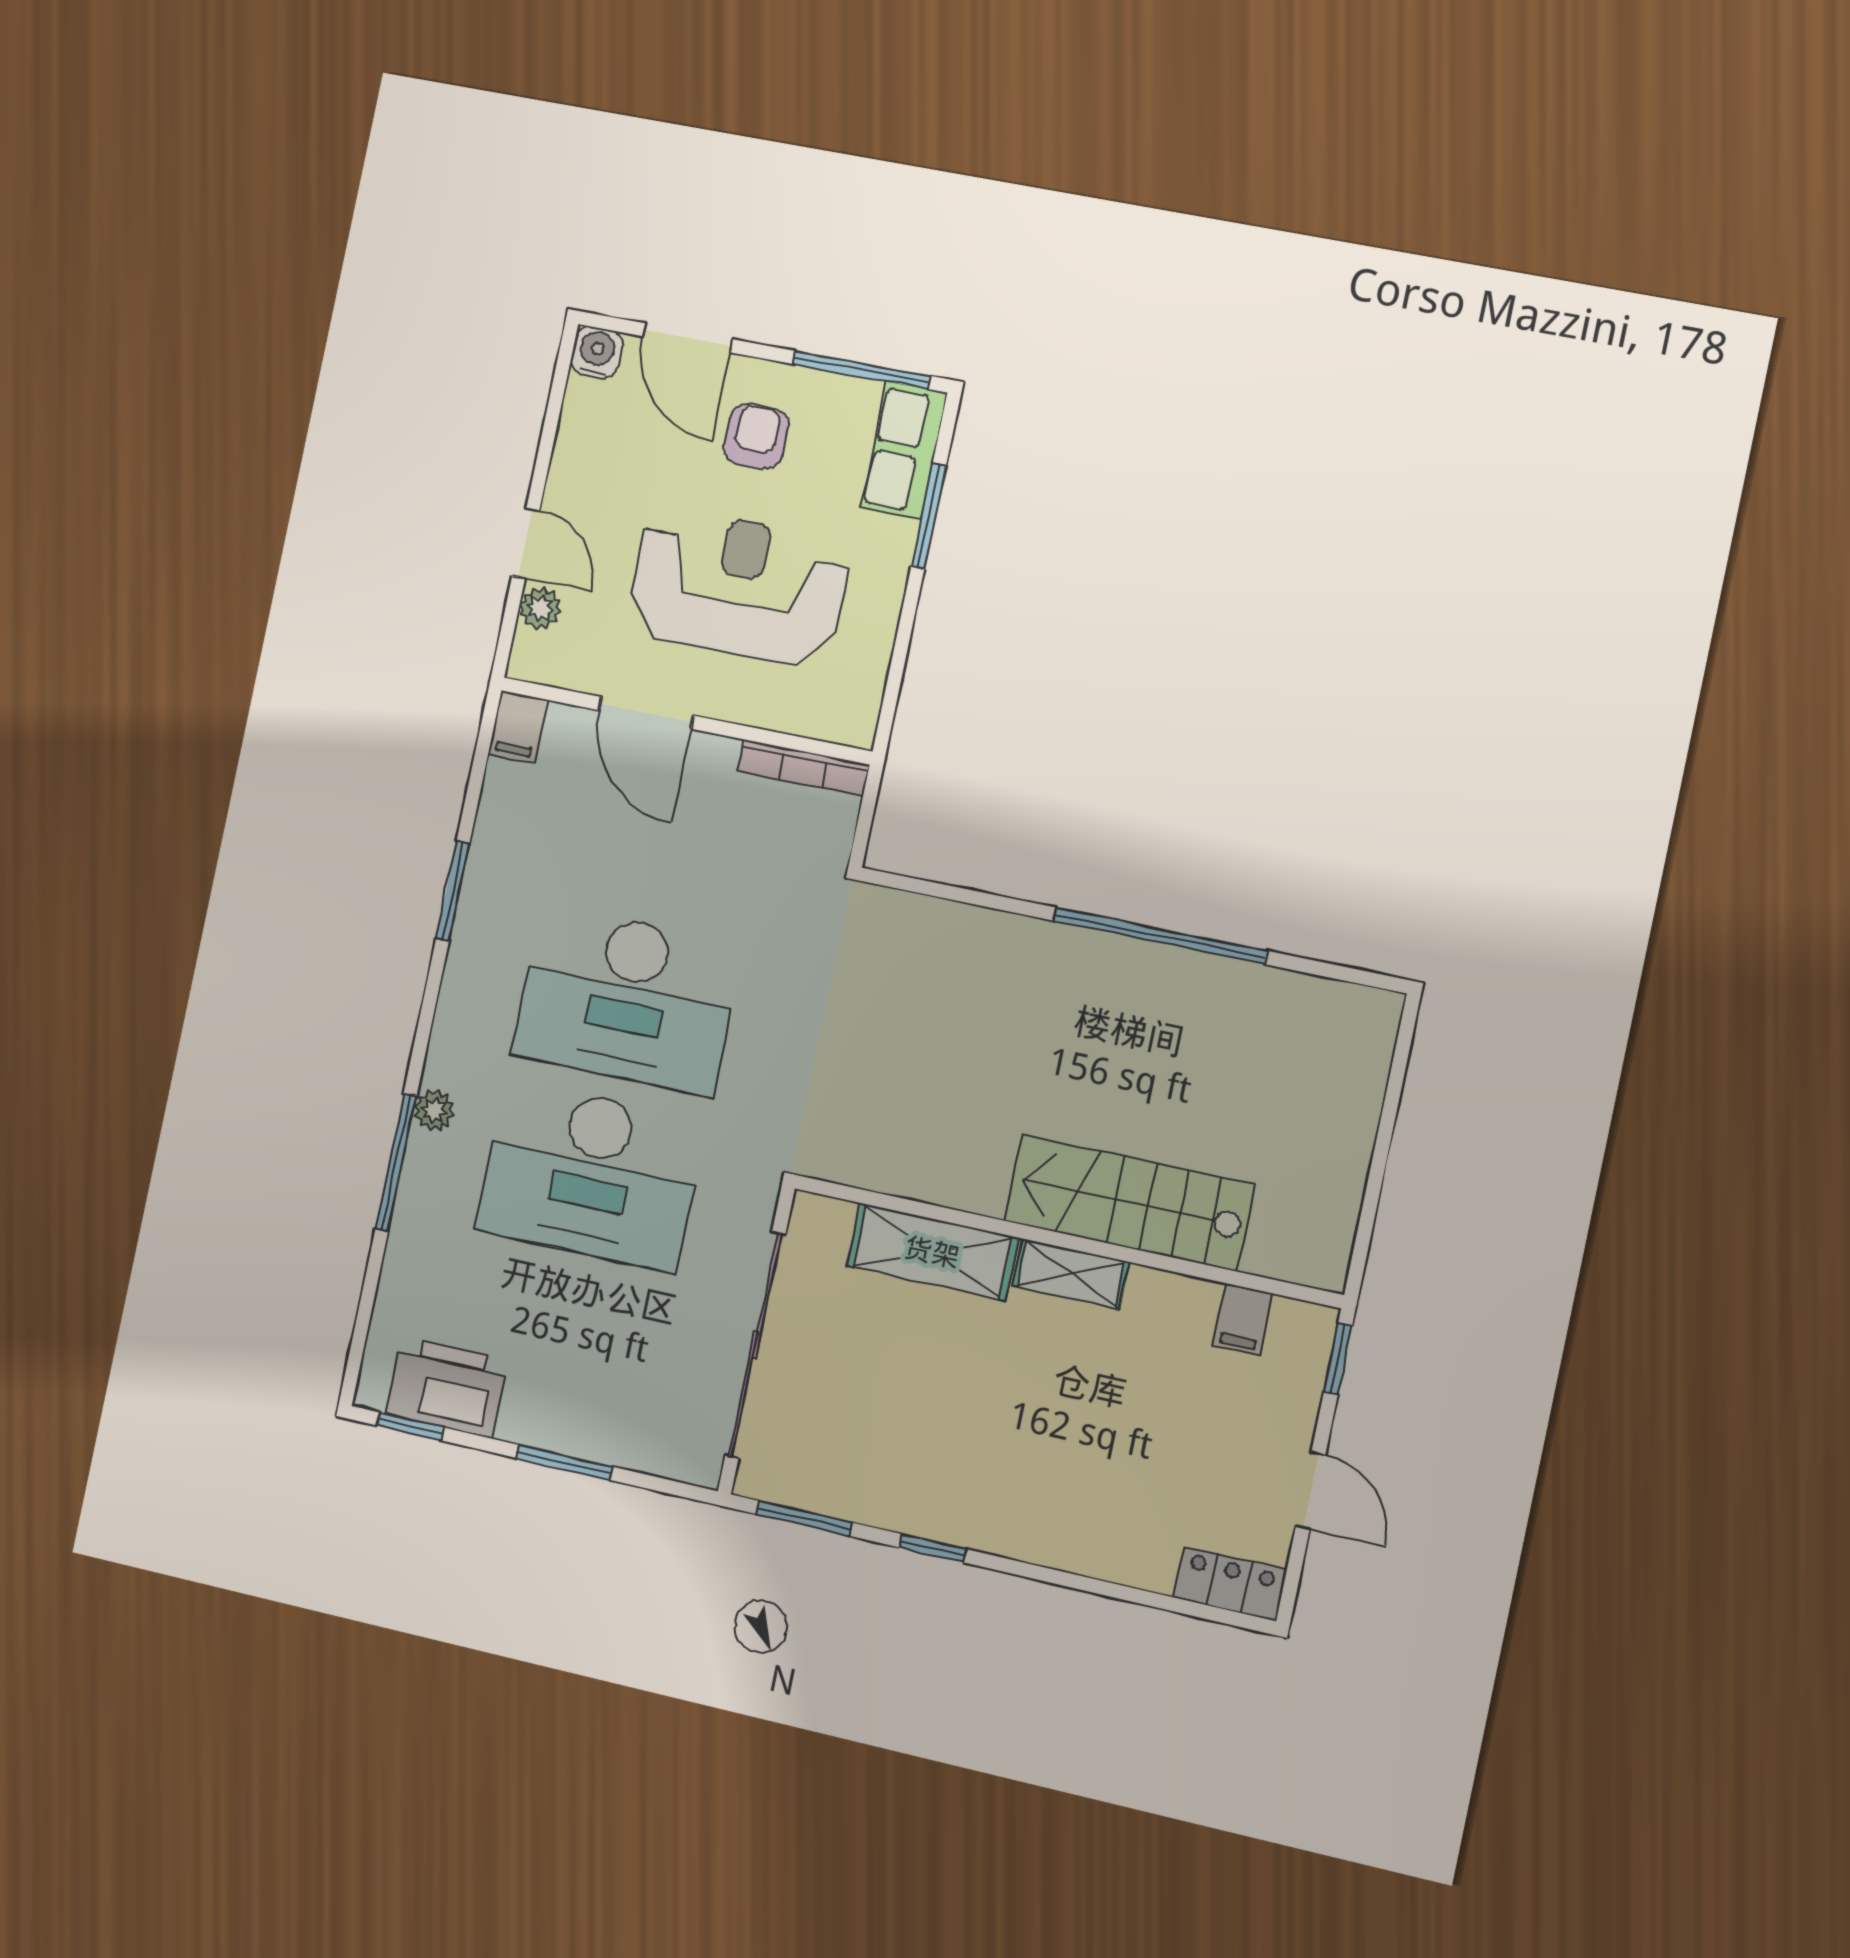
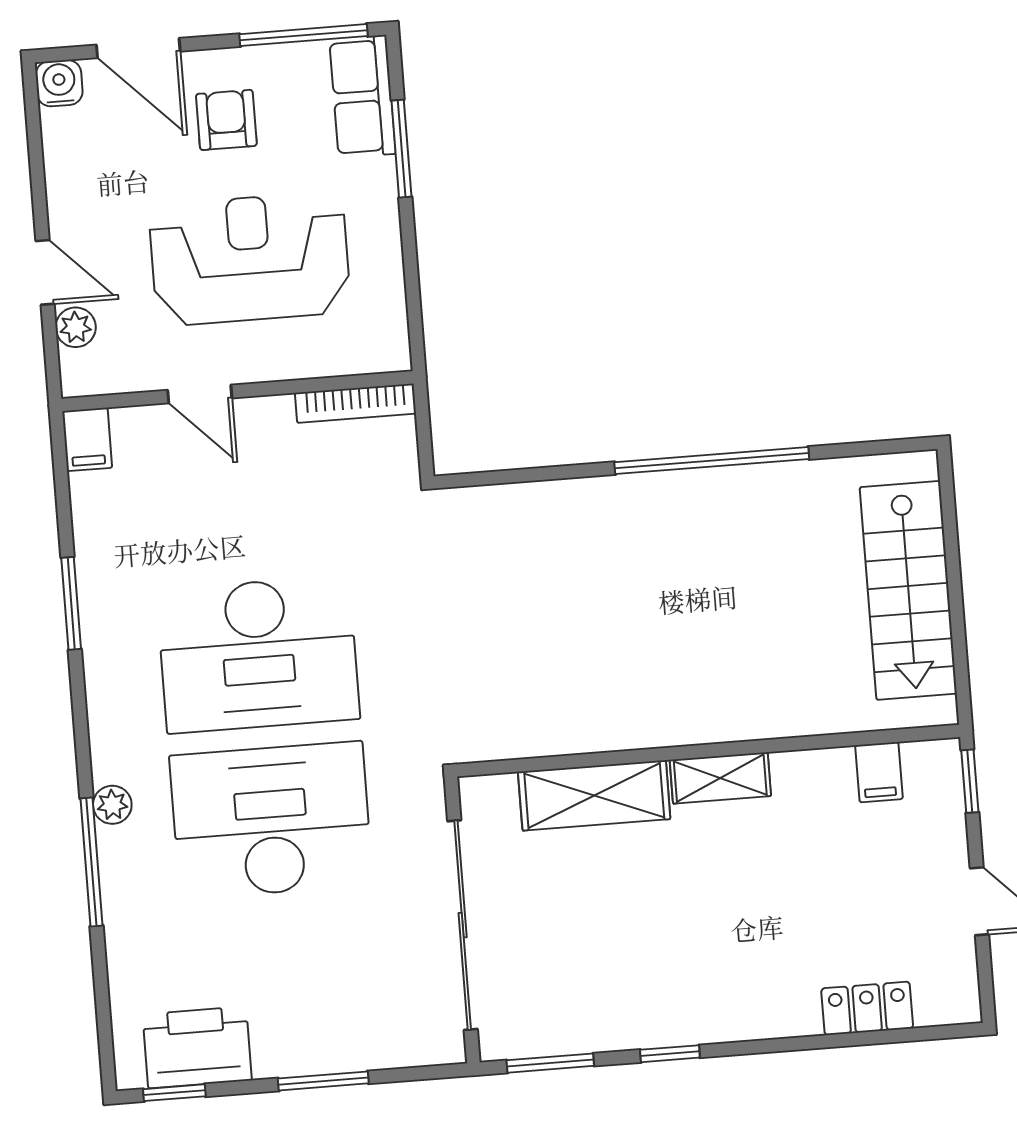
door: (646, 713) -> (200, 394), width x0.73
desk: (590, 1176) -> (271, 820), turned 180
stairs: (1129, 1203) -> (908, 590), moved, turned -90
locker: (1230, 1584) -> (867, 1008), moved

